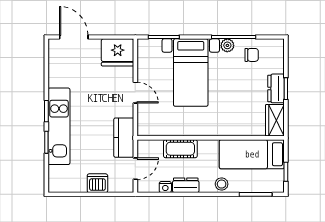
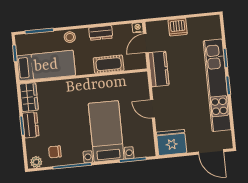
plant: (227, 45) -> (36, 162), moved
kitchen unit: (59, 126) -> (217, 85), width x1.36
nightstand: (165, 187) -> (138, 28), moved

